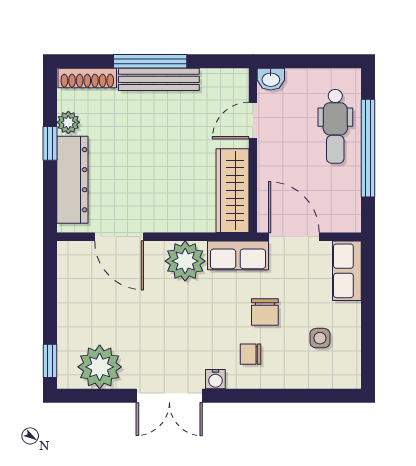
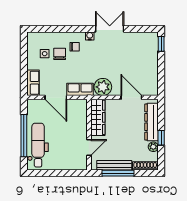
washbasin: (271, 79) -> (66, 165), removed
door: (253, 121) -> (89, 148), moved
dental chair: (335, 126) -> (38, 145), width x1.36, depth x1.38
wall: (253, 150) -> (89, 135), moved
wardrobe: (233, 191) -> (98, 117), moved
chair: (265, 312) -> (60, 54), moved
plant: (100, 367) -> (140, 41), removed

